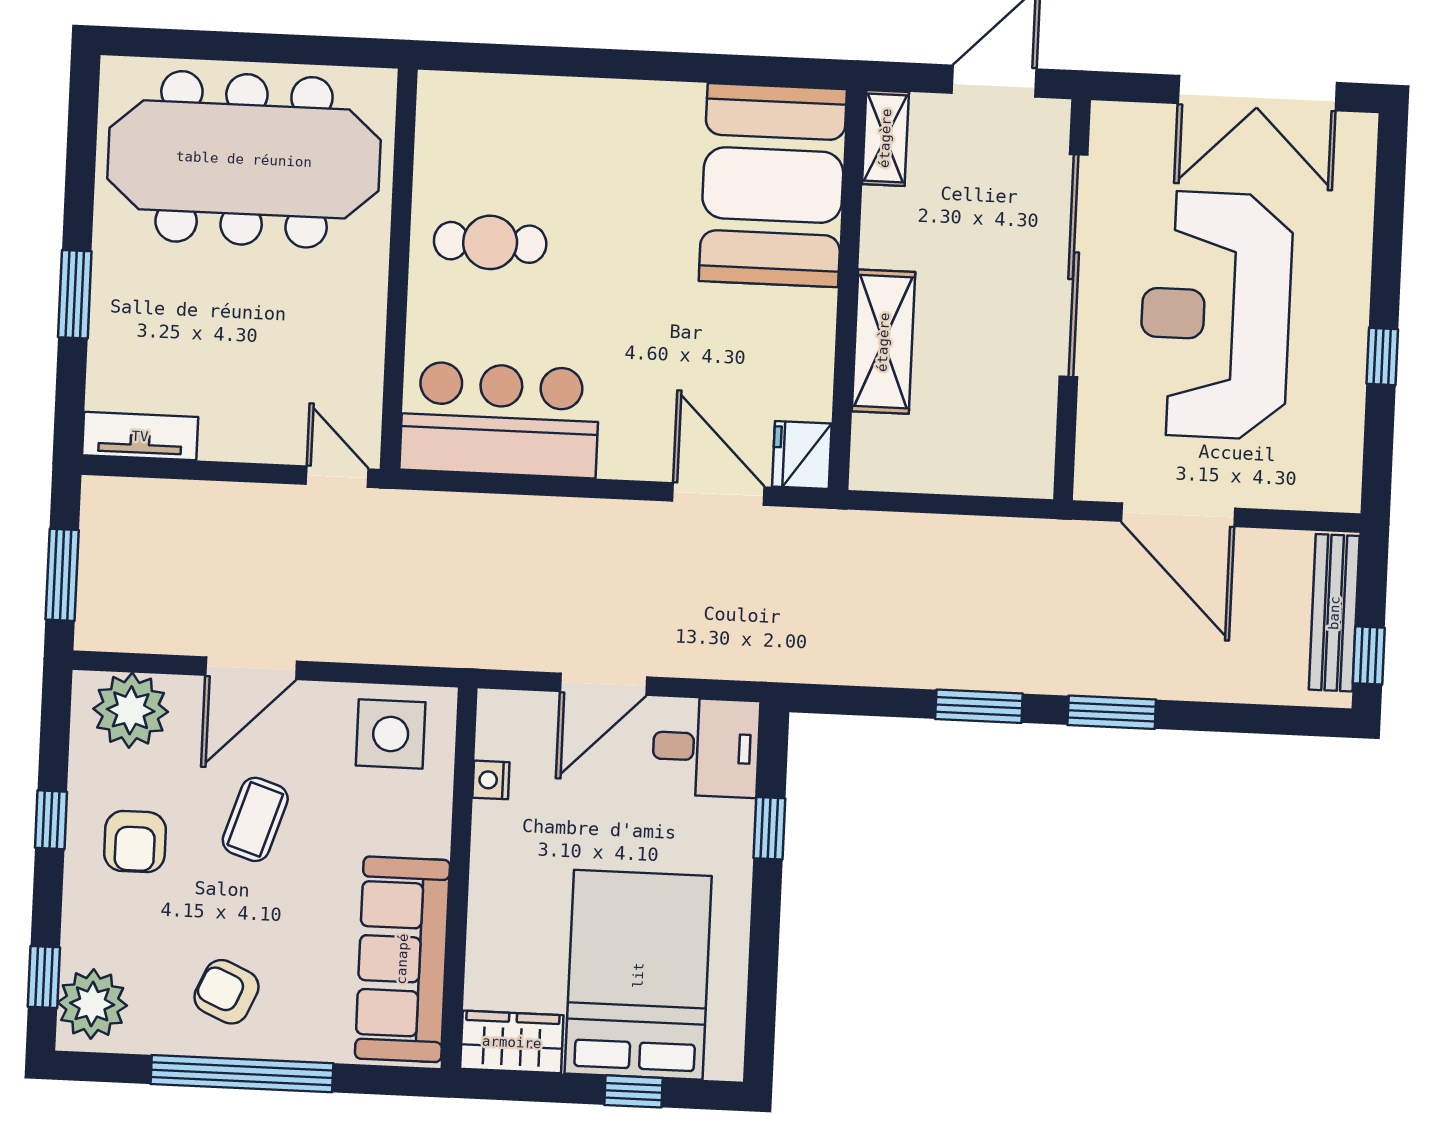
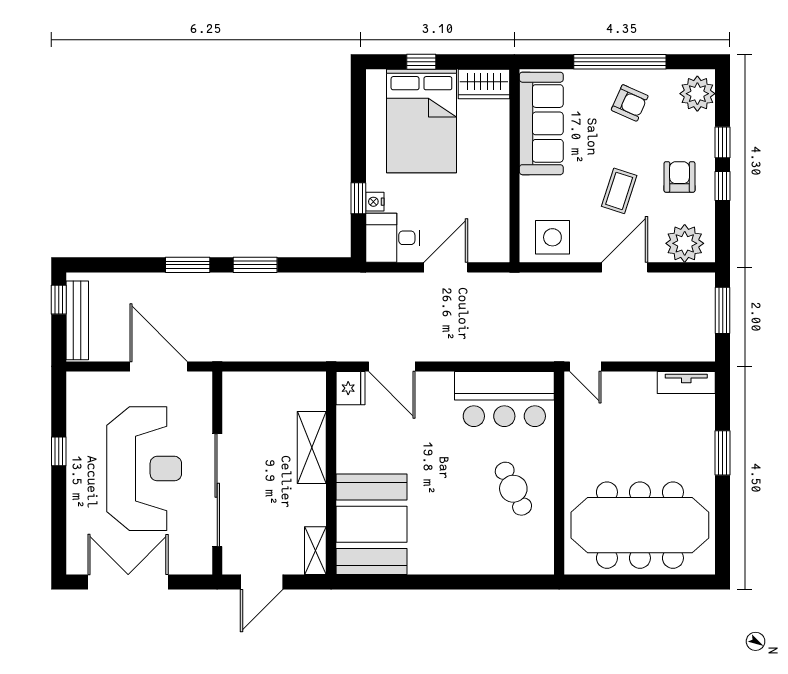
cafe table: (490, 242) -> (513, 489), turned 64
nightstand: (491, 780) -> (375, 202), moved, turned 180
window: (44, 977) -> (723, 142), moved

